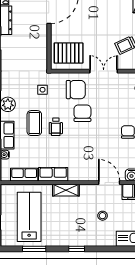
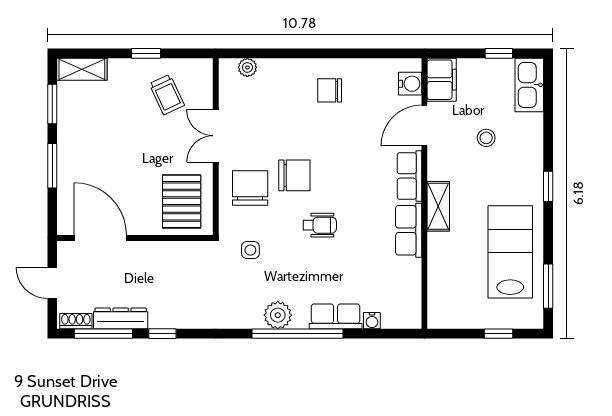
chair: (82, 113) -> (294, 175), turned 180
coffee table: (34, 123) -> (313, 266), removed
row of seats: (24, 175) -> (409, 176), moved
lab bench: (29, 217) -> (510, 252), moved, turned 90
window: (34, 249) -> (548, 286), moved

